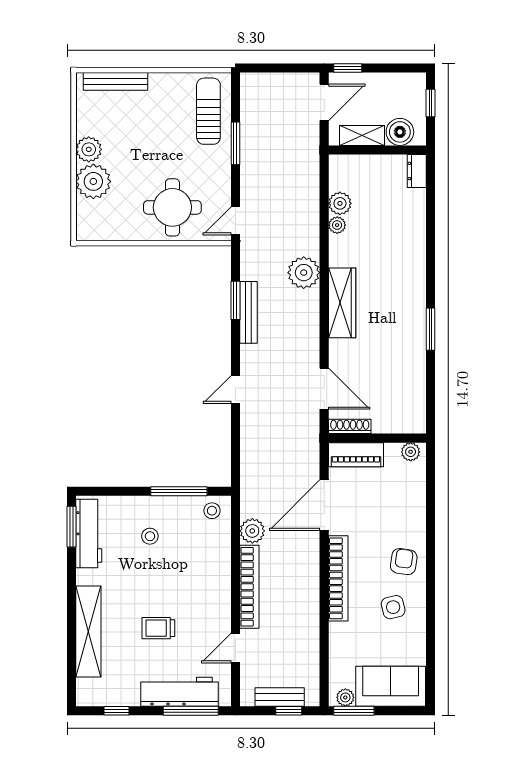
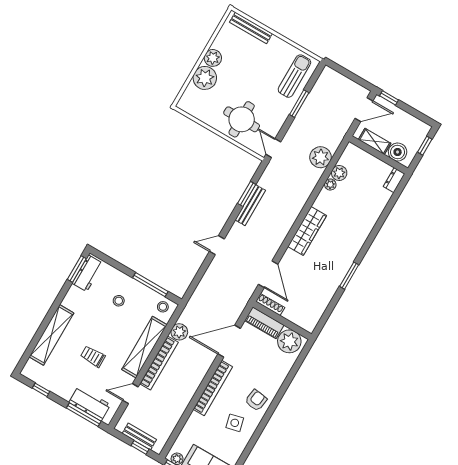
door: (235, 221) -> (273, 148), hinge flipped
plant: (304, 273) -> (321, 157), moved
plant: (411, 452) -> (289, 341), width x1.88, depth x1.88
workbench: (89, 534) -> (88, 273), width x0.73
shelving: (218, 577) -> (144, 347), added
workbench: (180, 692) -> (90, 404), width x0.73

